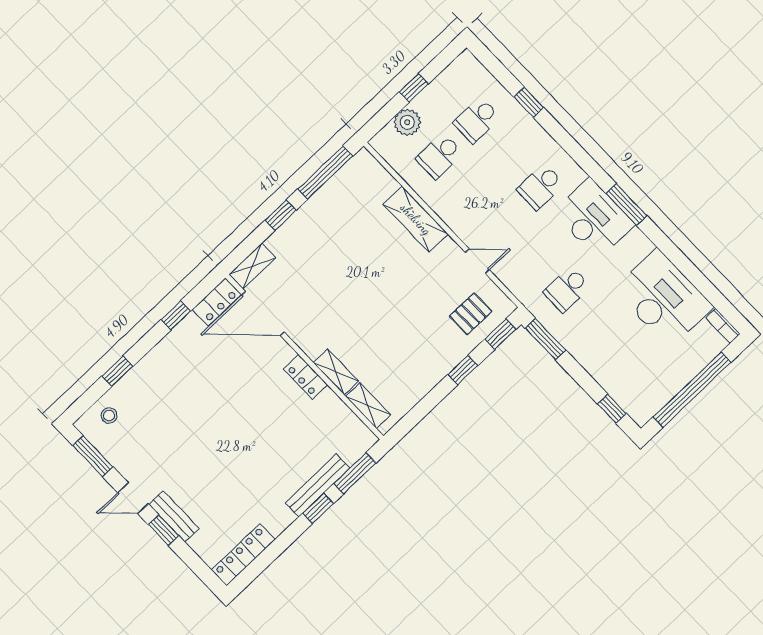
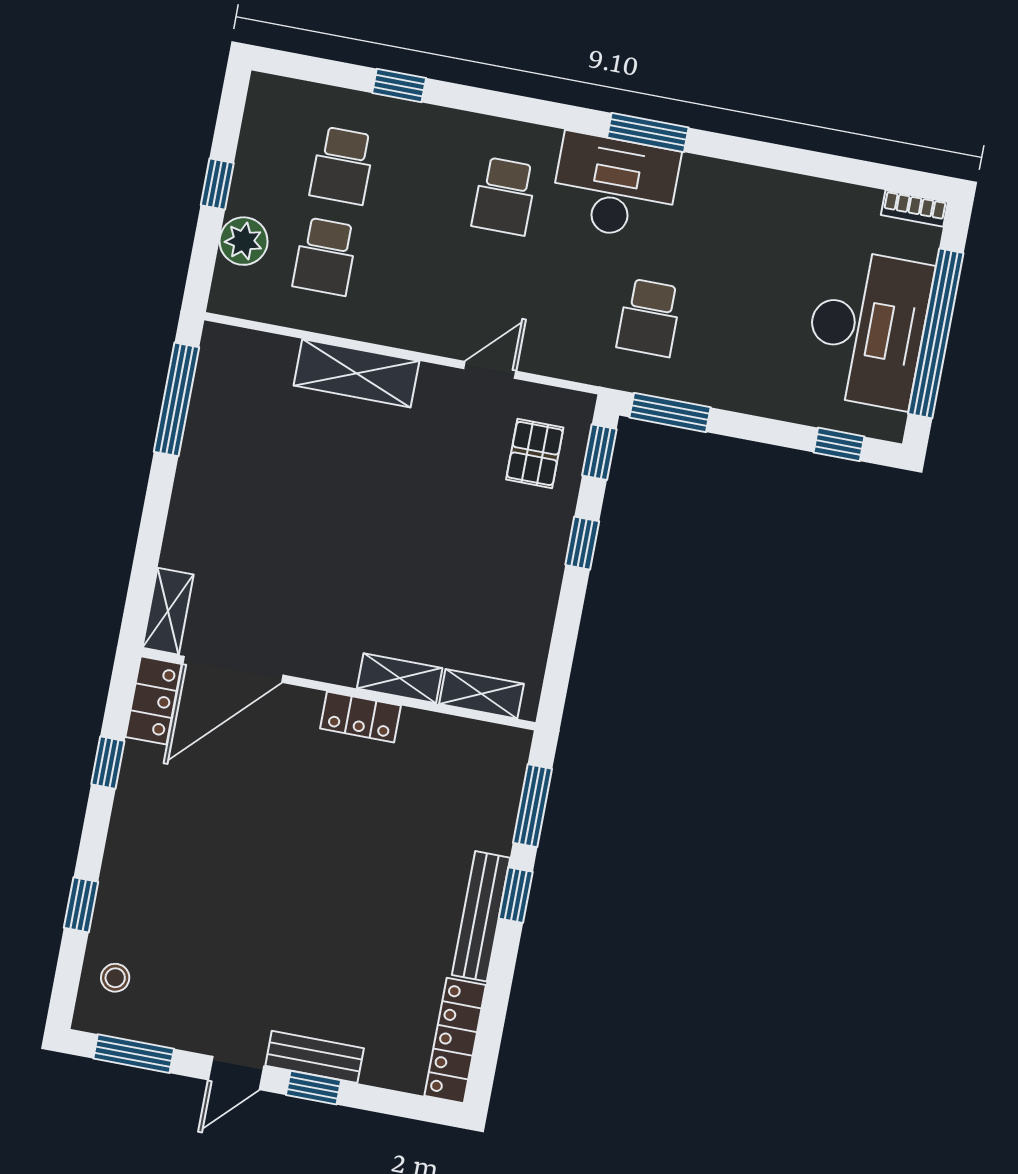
window: (281, 215) -> (156, 508), removed
desk: (663, 298) -> (867, 329), moved, turned 90
bench: (318, 485) -> (481, 916), moved

